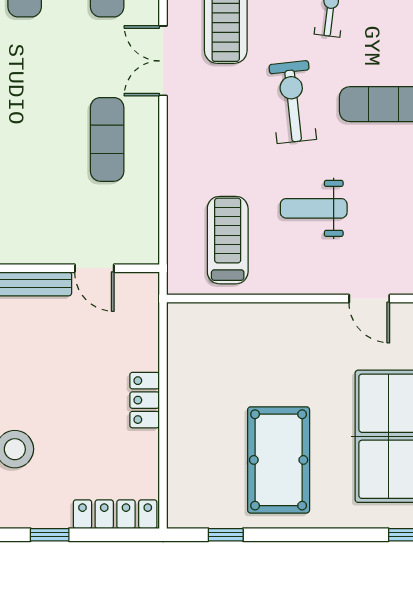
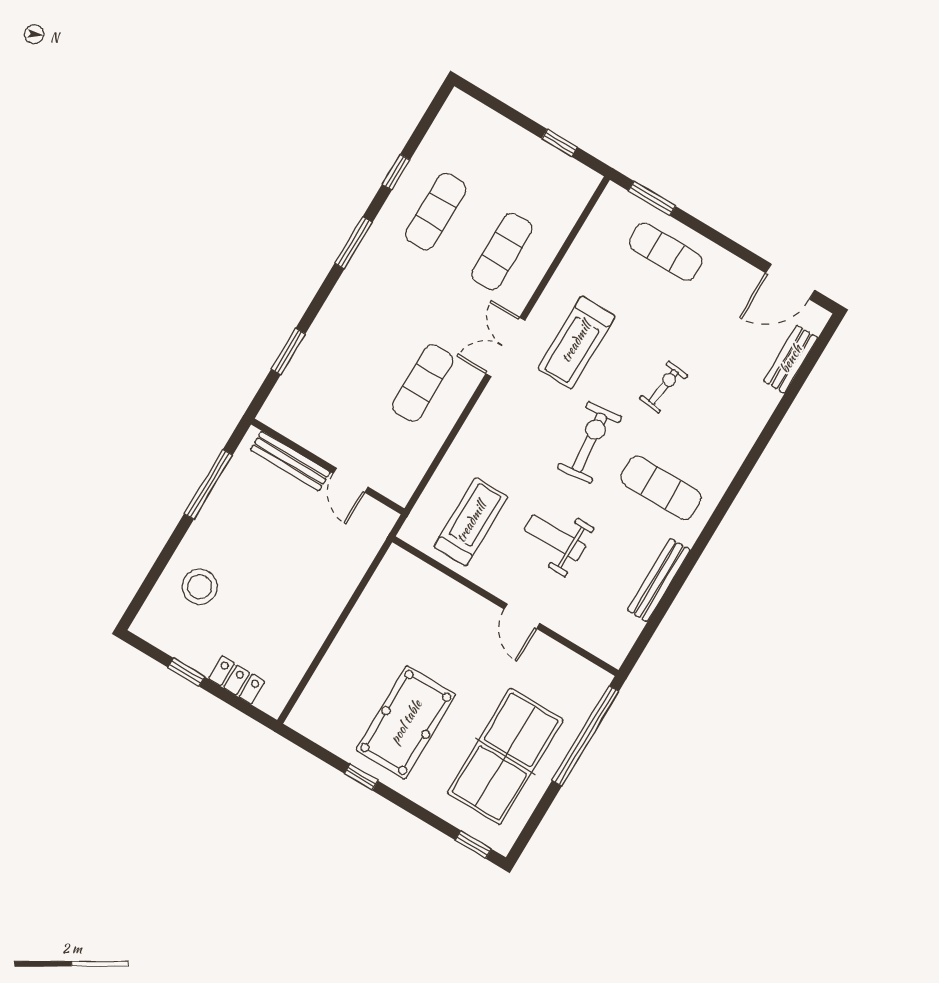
door: (369, 299) -> (522, 616), moved
locker: (145, 400) -> (327, 610), removed
locker: (115, 514) -> (237, 680), width x0.66
window: (226, 535) -> (361, 777), moved

